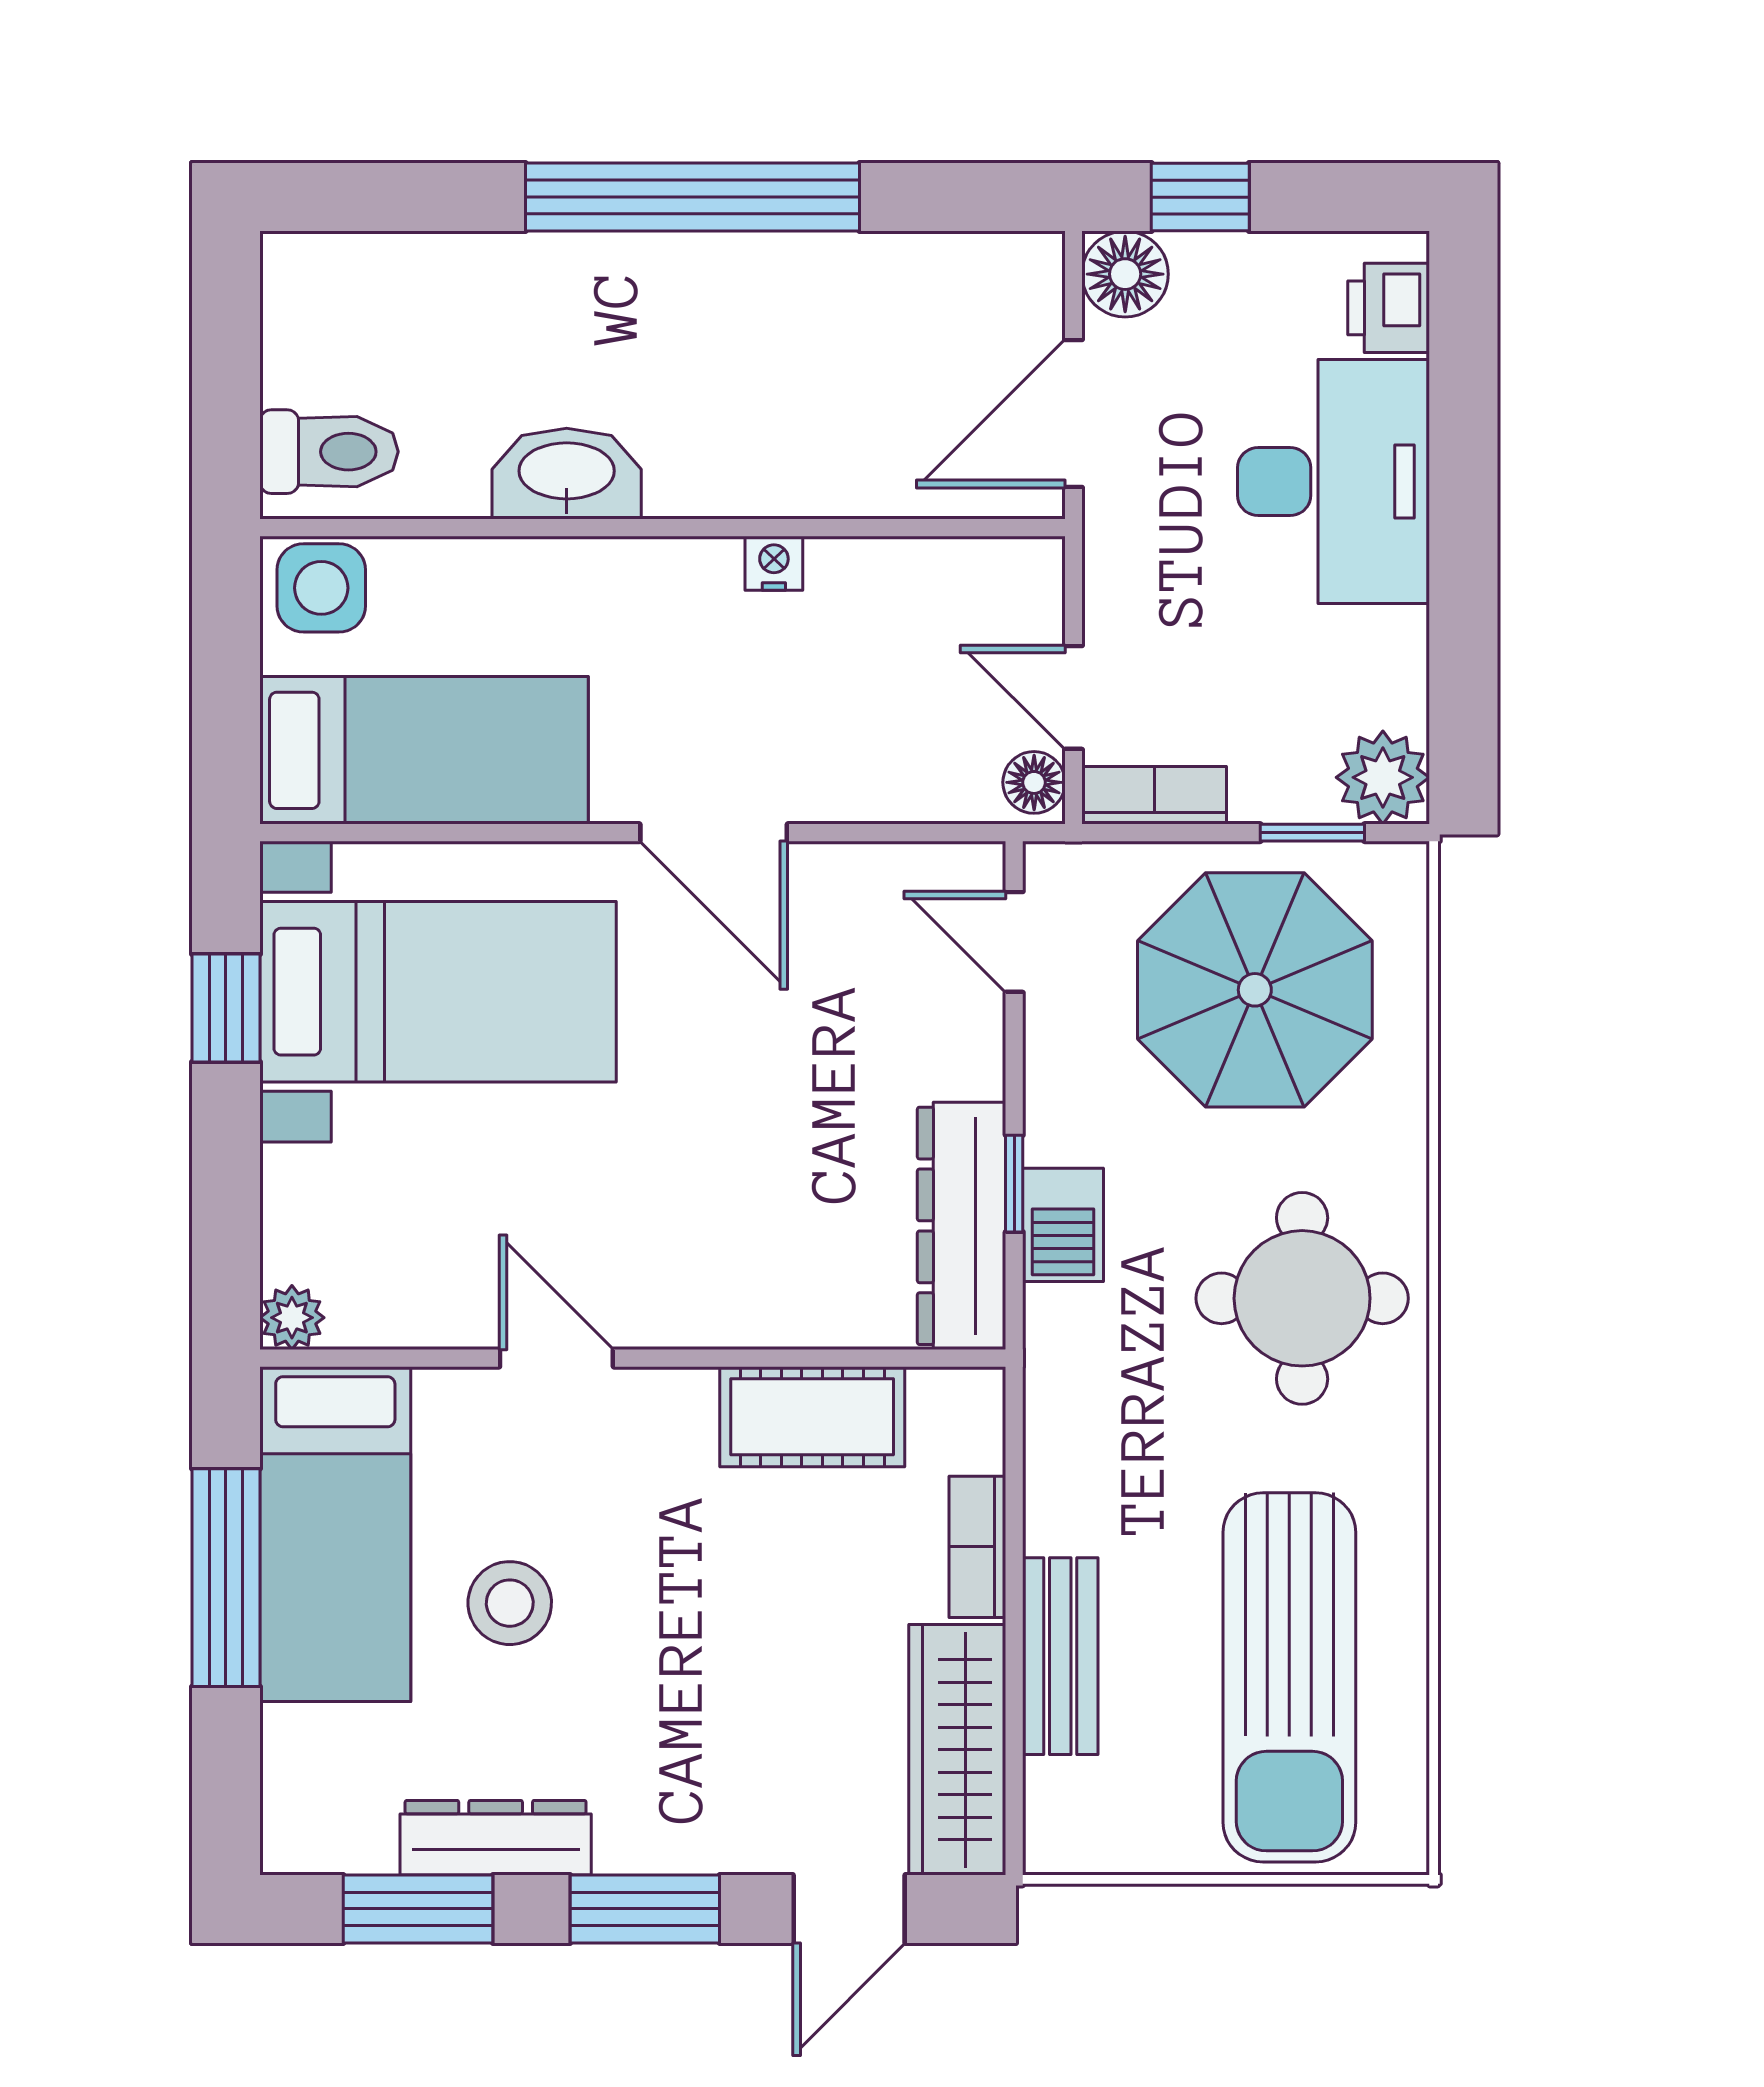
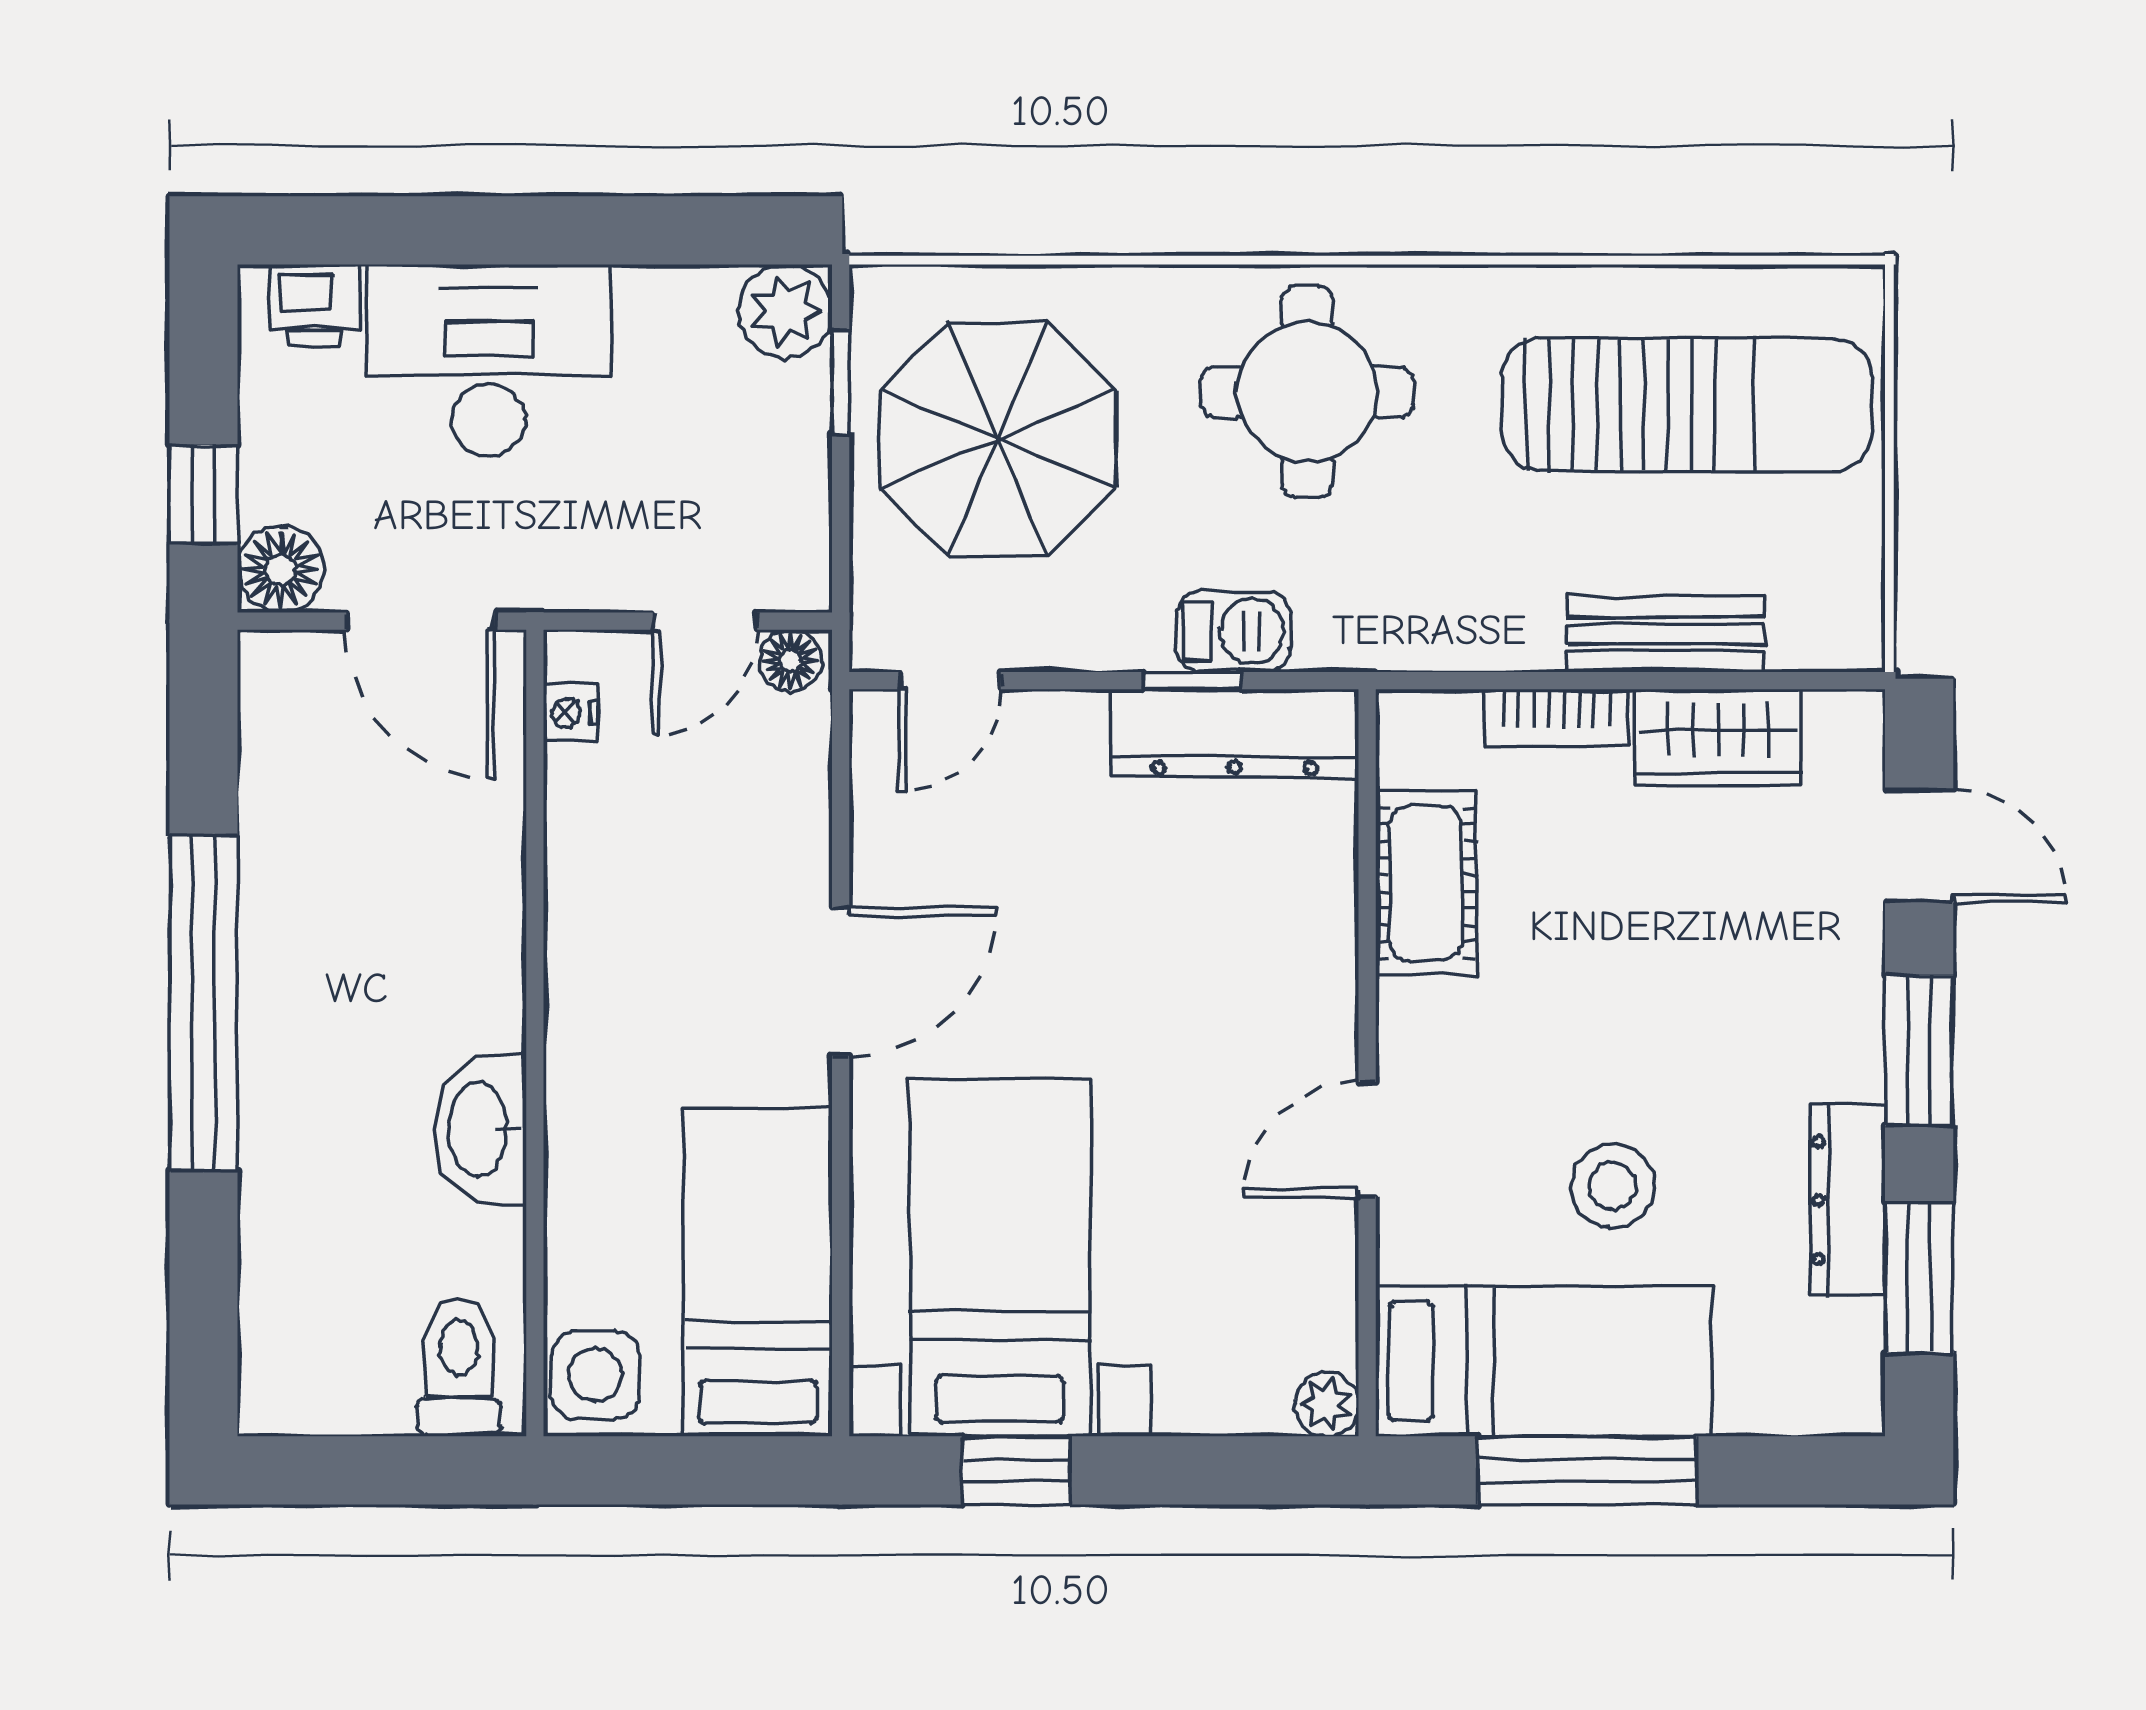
nightstand: (774, 563) -> (570, 713), moved
bookcase: (1154, 795) -> (803, 540), removed
wardrobe: (957, 1750) -> (1718, 738), width x0.67

